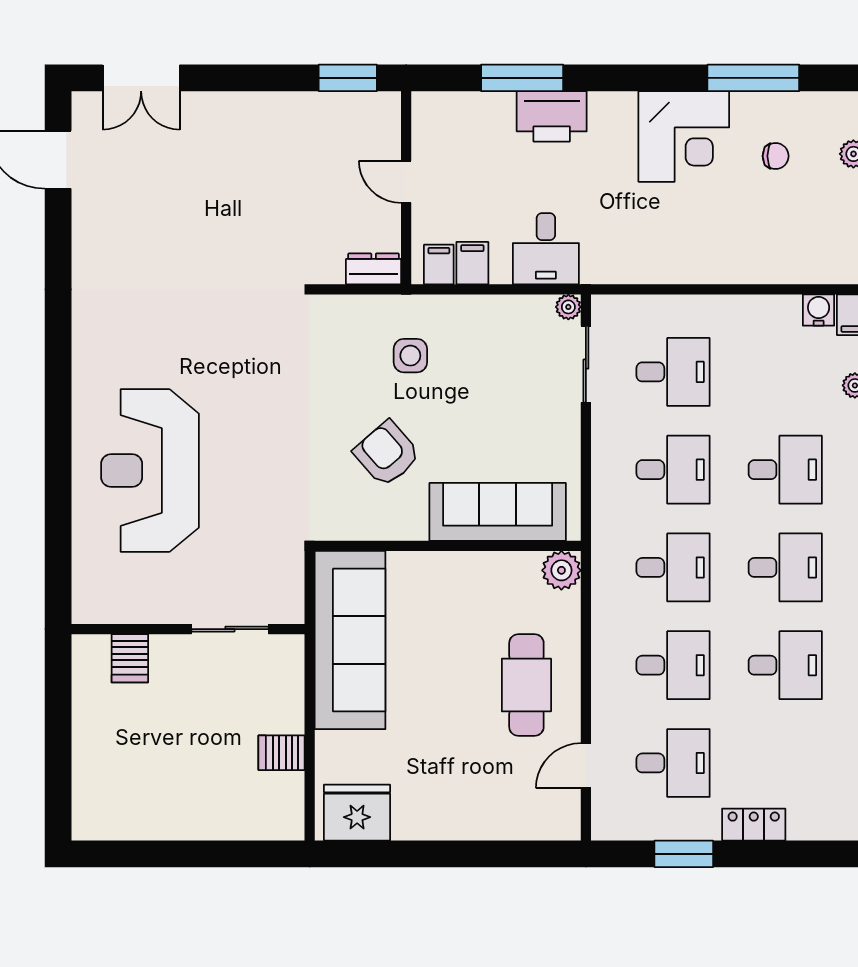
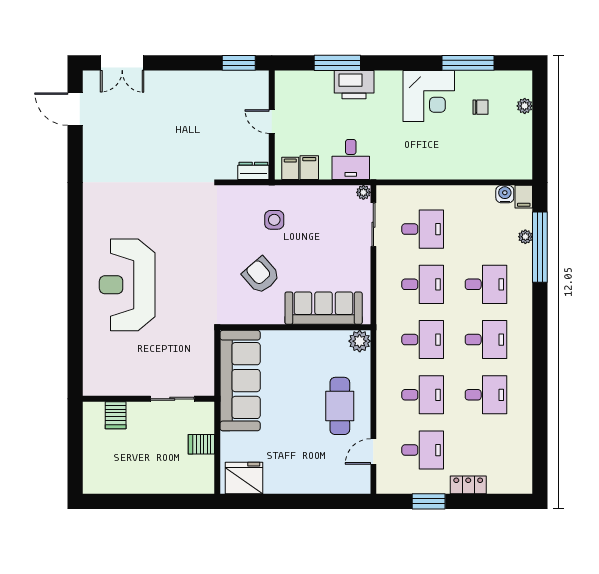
wall: (188, 629) -> (149, 399), moved
sliding door: (230, 629) -> (172, 399), moved
server rack: (130, 658) -> (116, 415), moved

